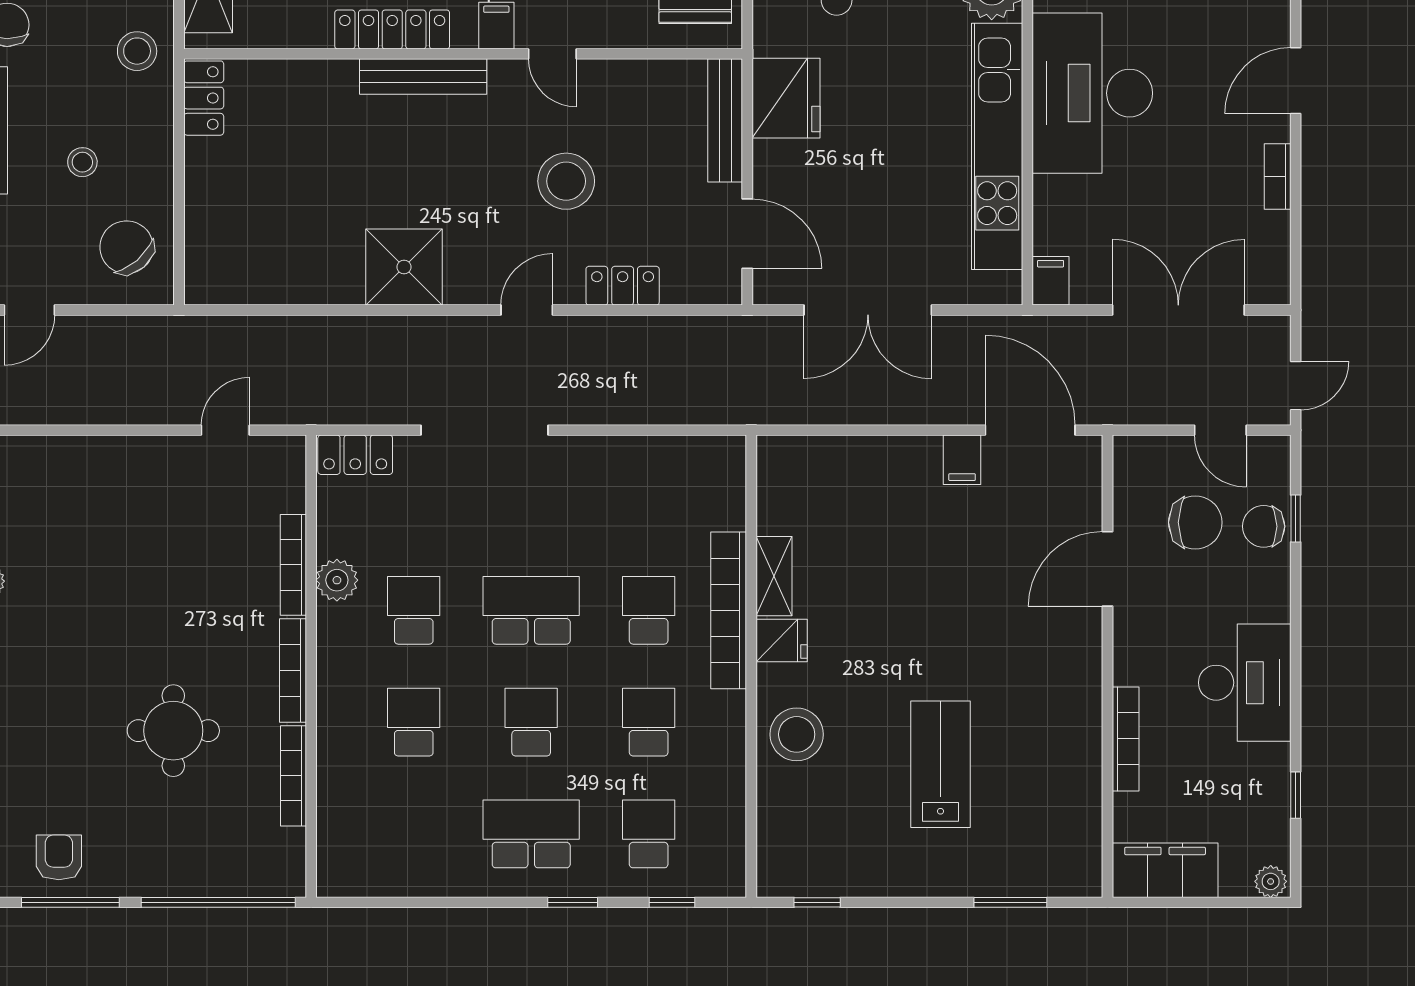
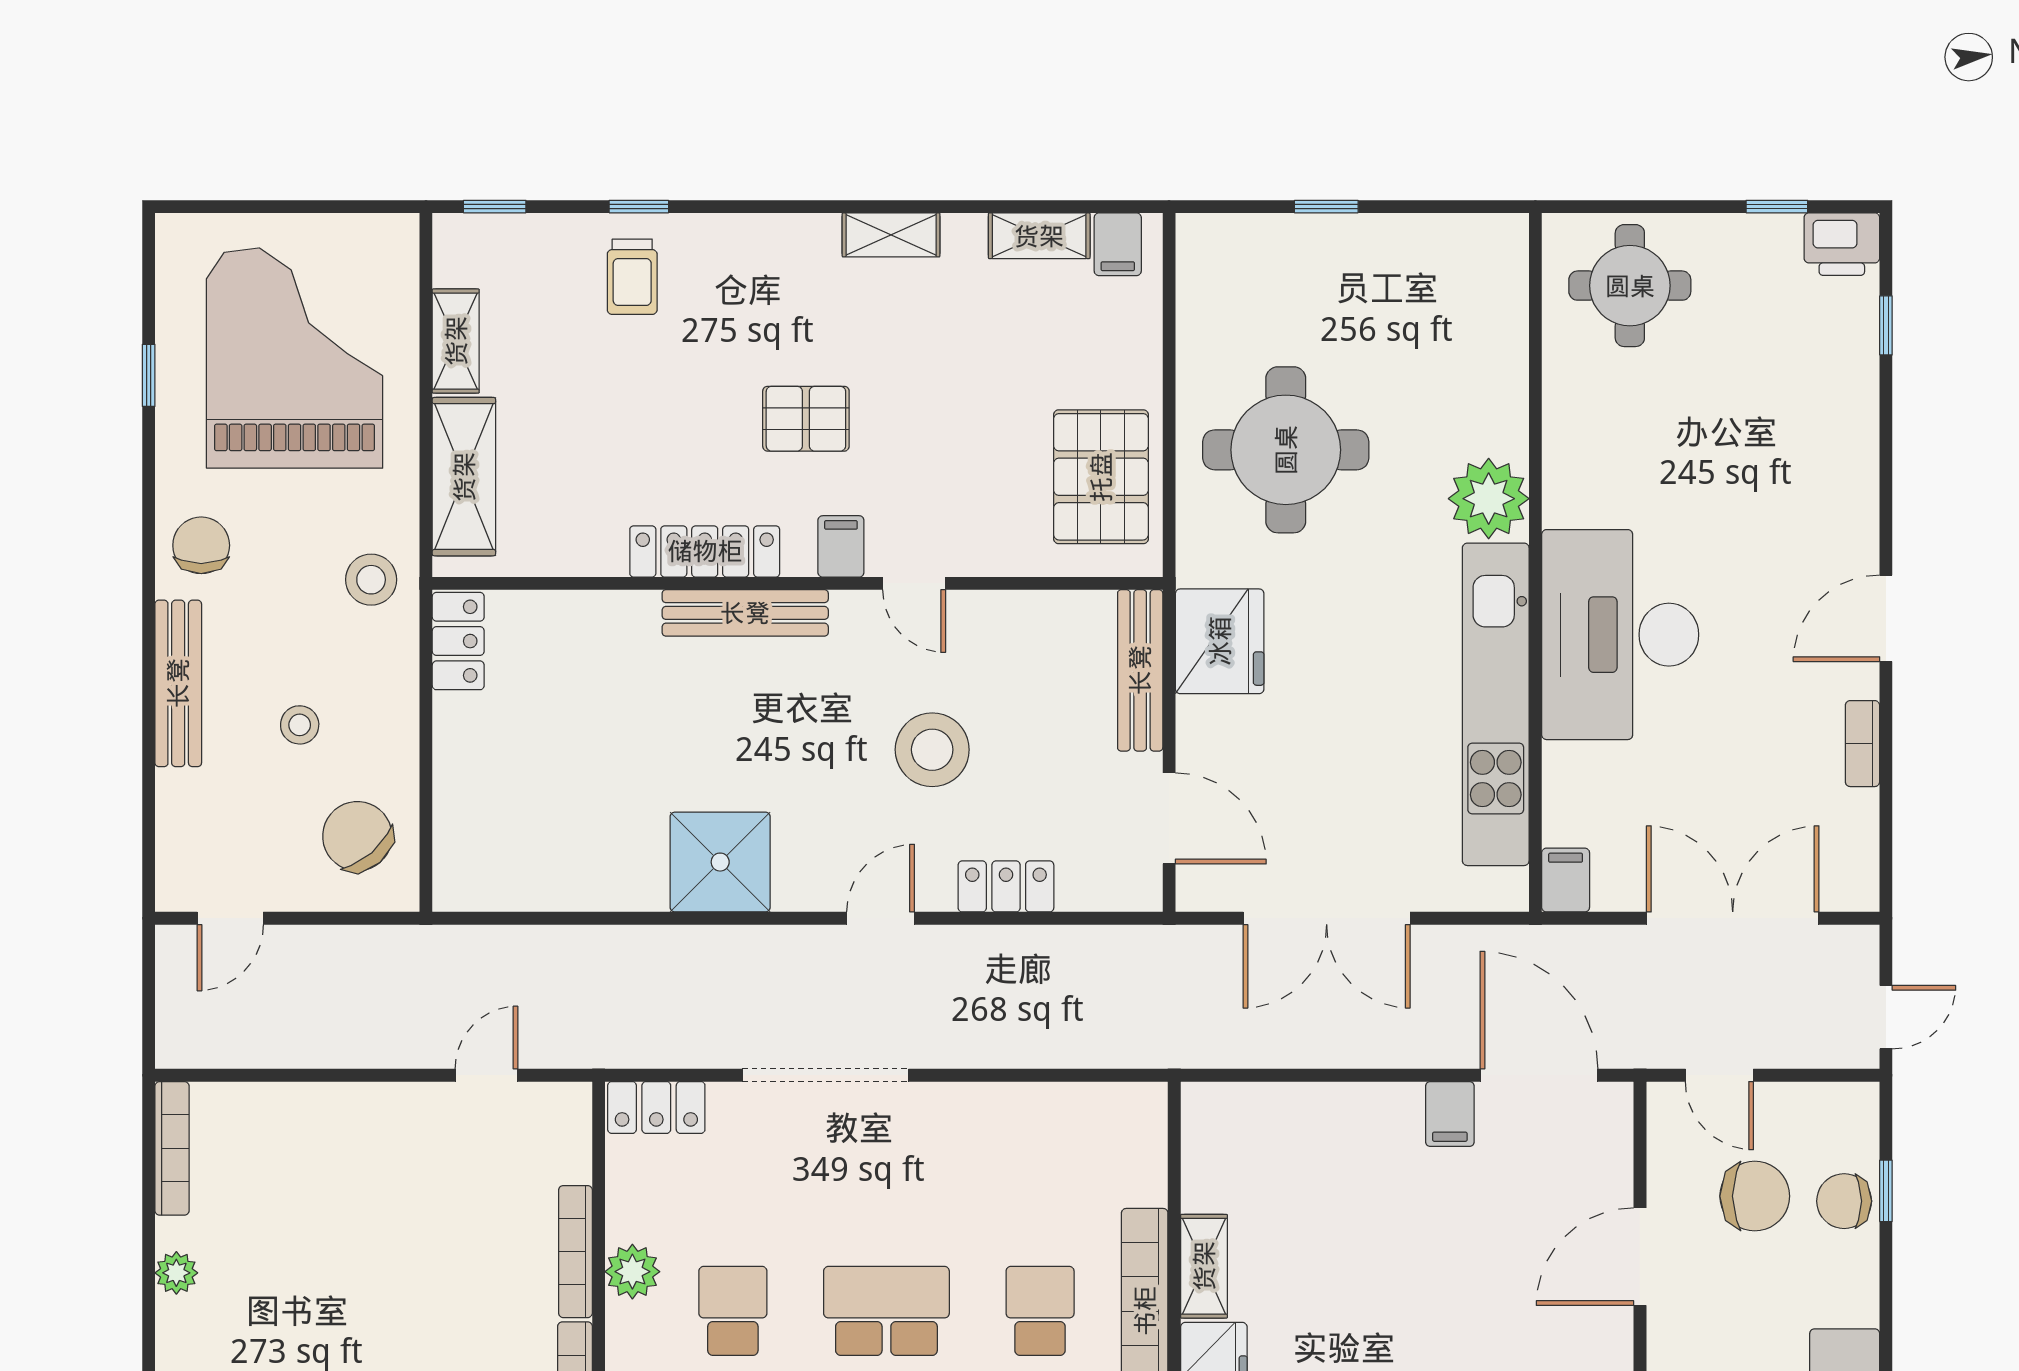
door: (1220, 430) -> (1719, 1075), moved

